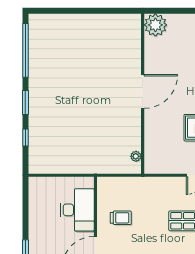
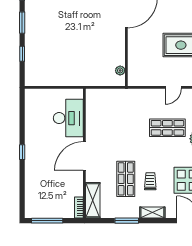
trolley: (121, 218) -> (107, 125), removed

